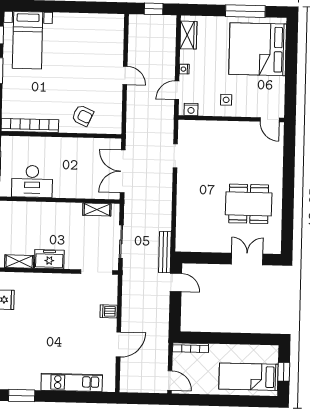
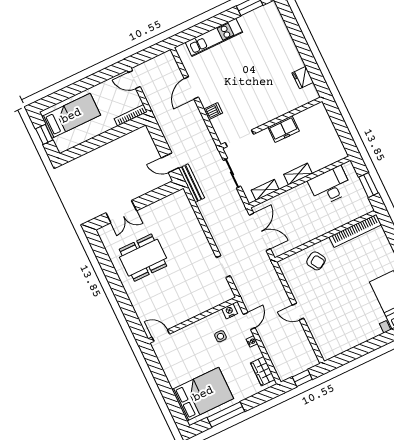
bed: (258, 49) -> (203, 394), width x0.73
side table: (226, 100) -> (220, 336), moved
armchair: (83, 116) -> (316, 261), turned -145
shelving: (19, 262) -> (298, 174), moved

